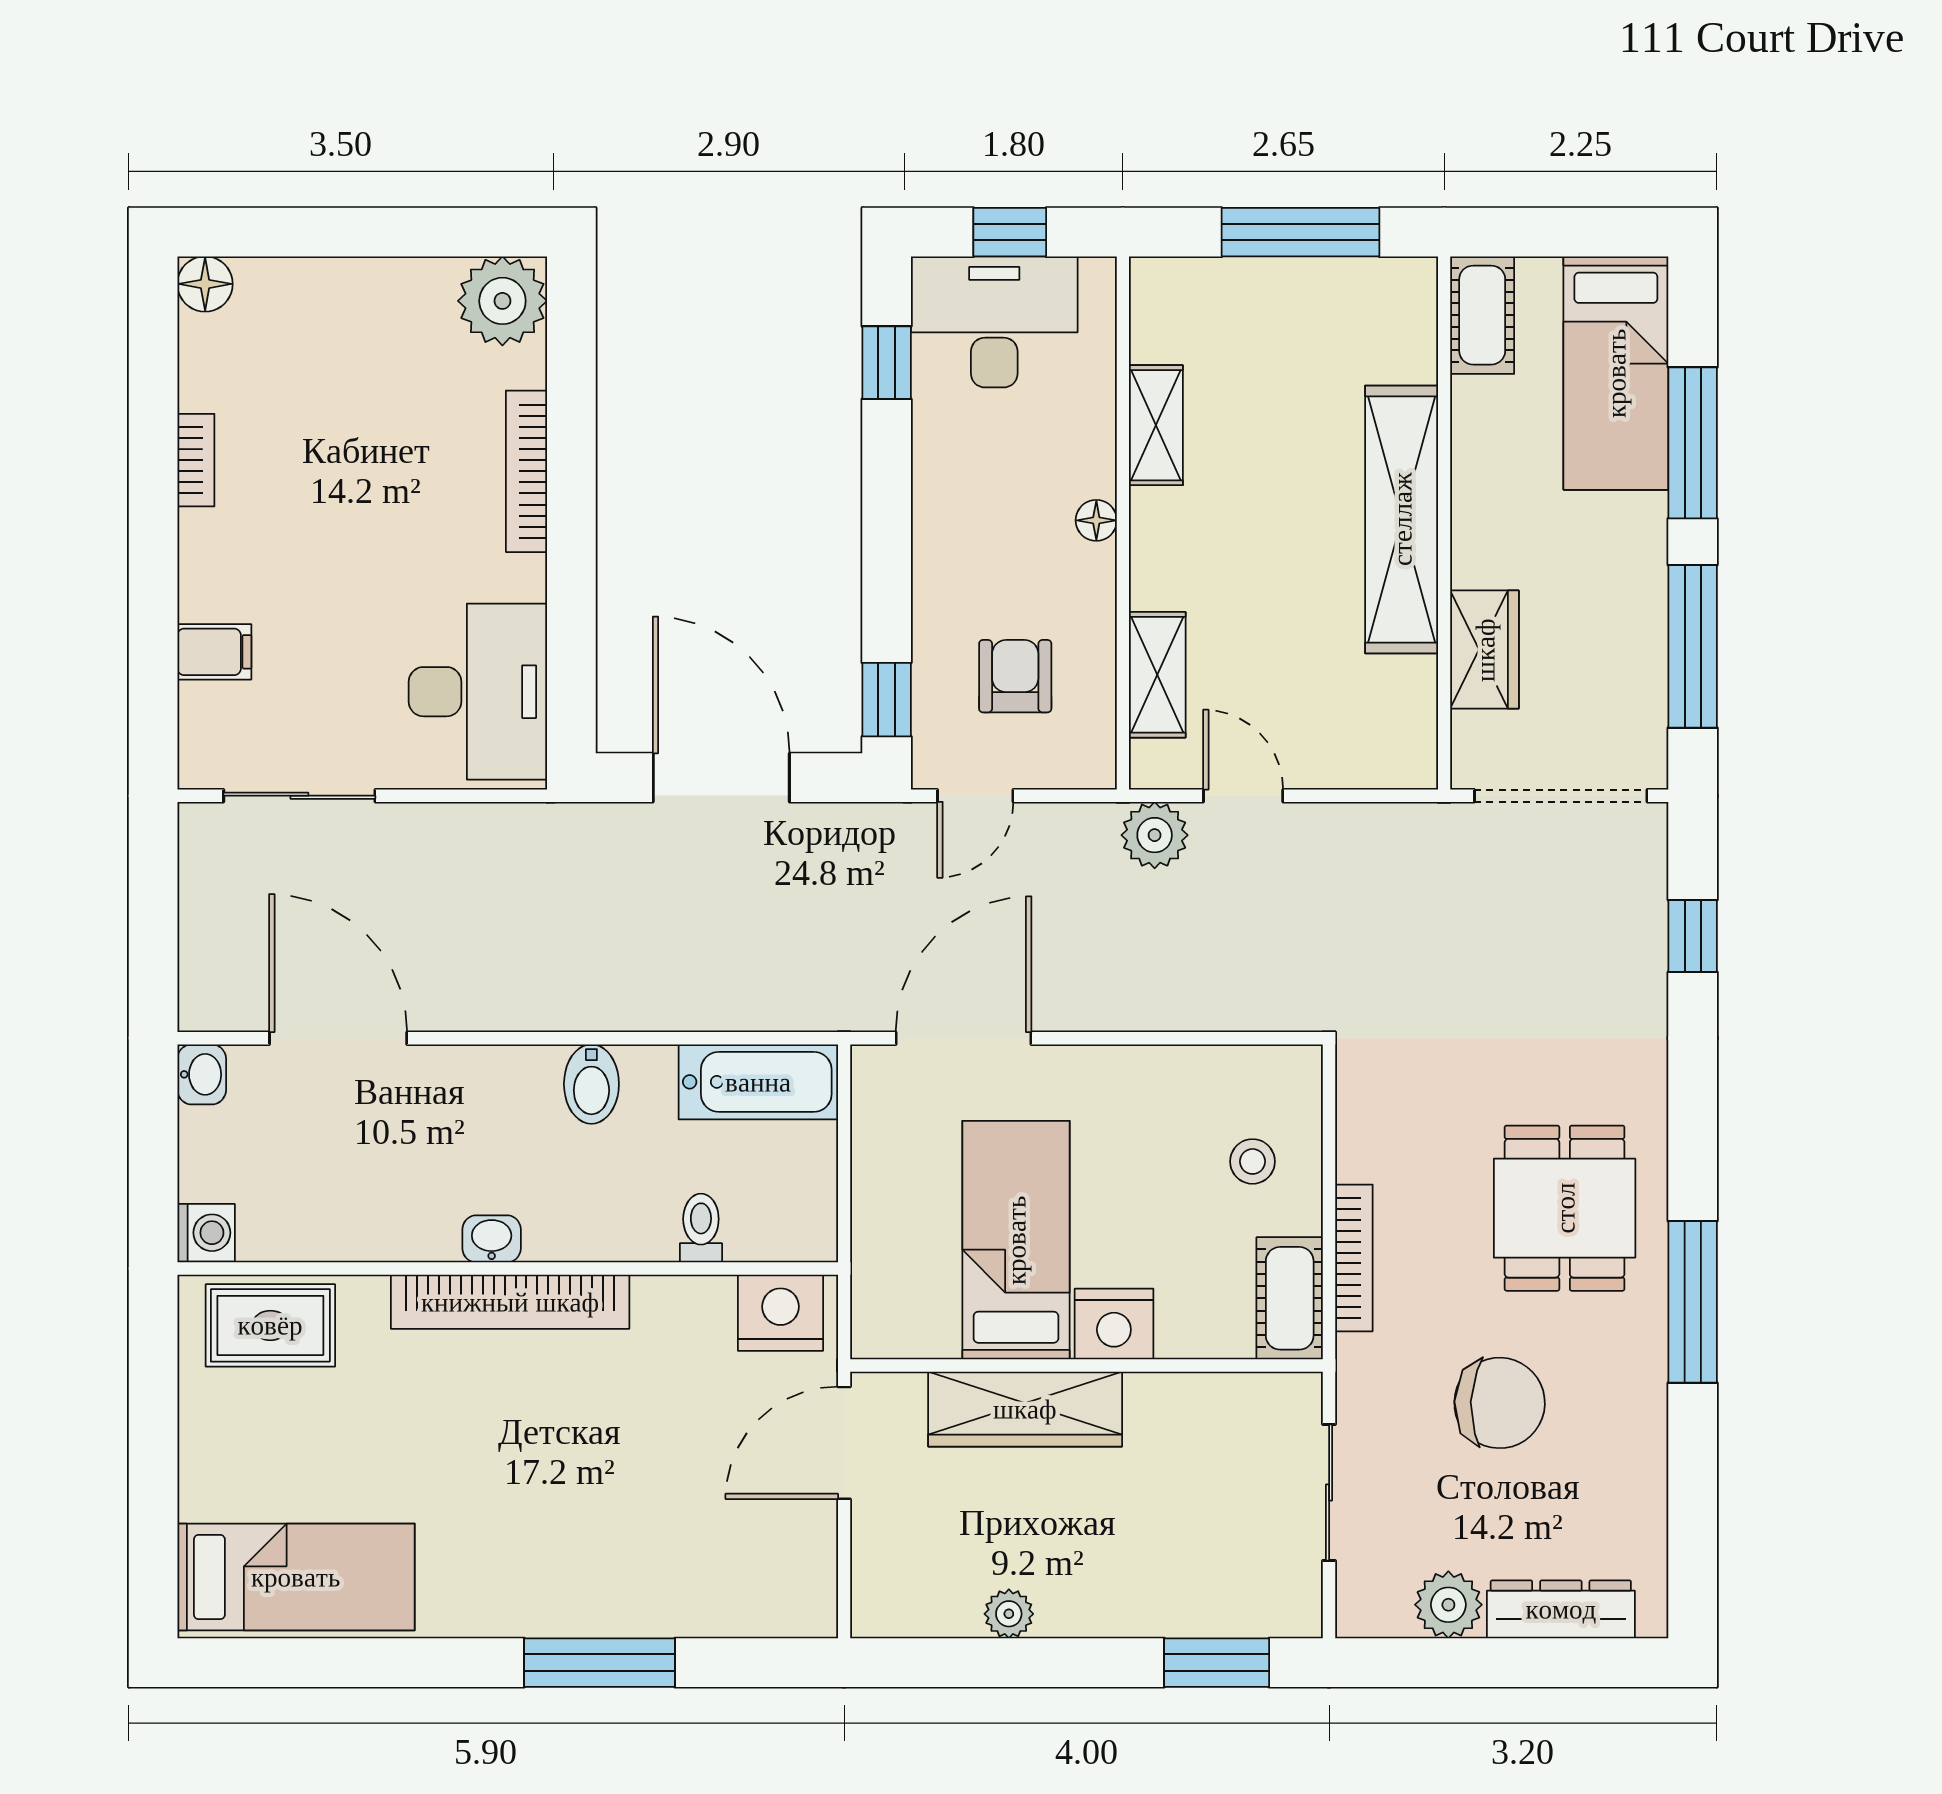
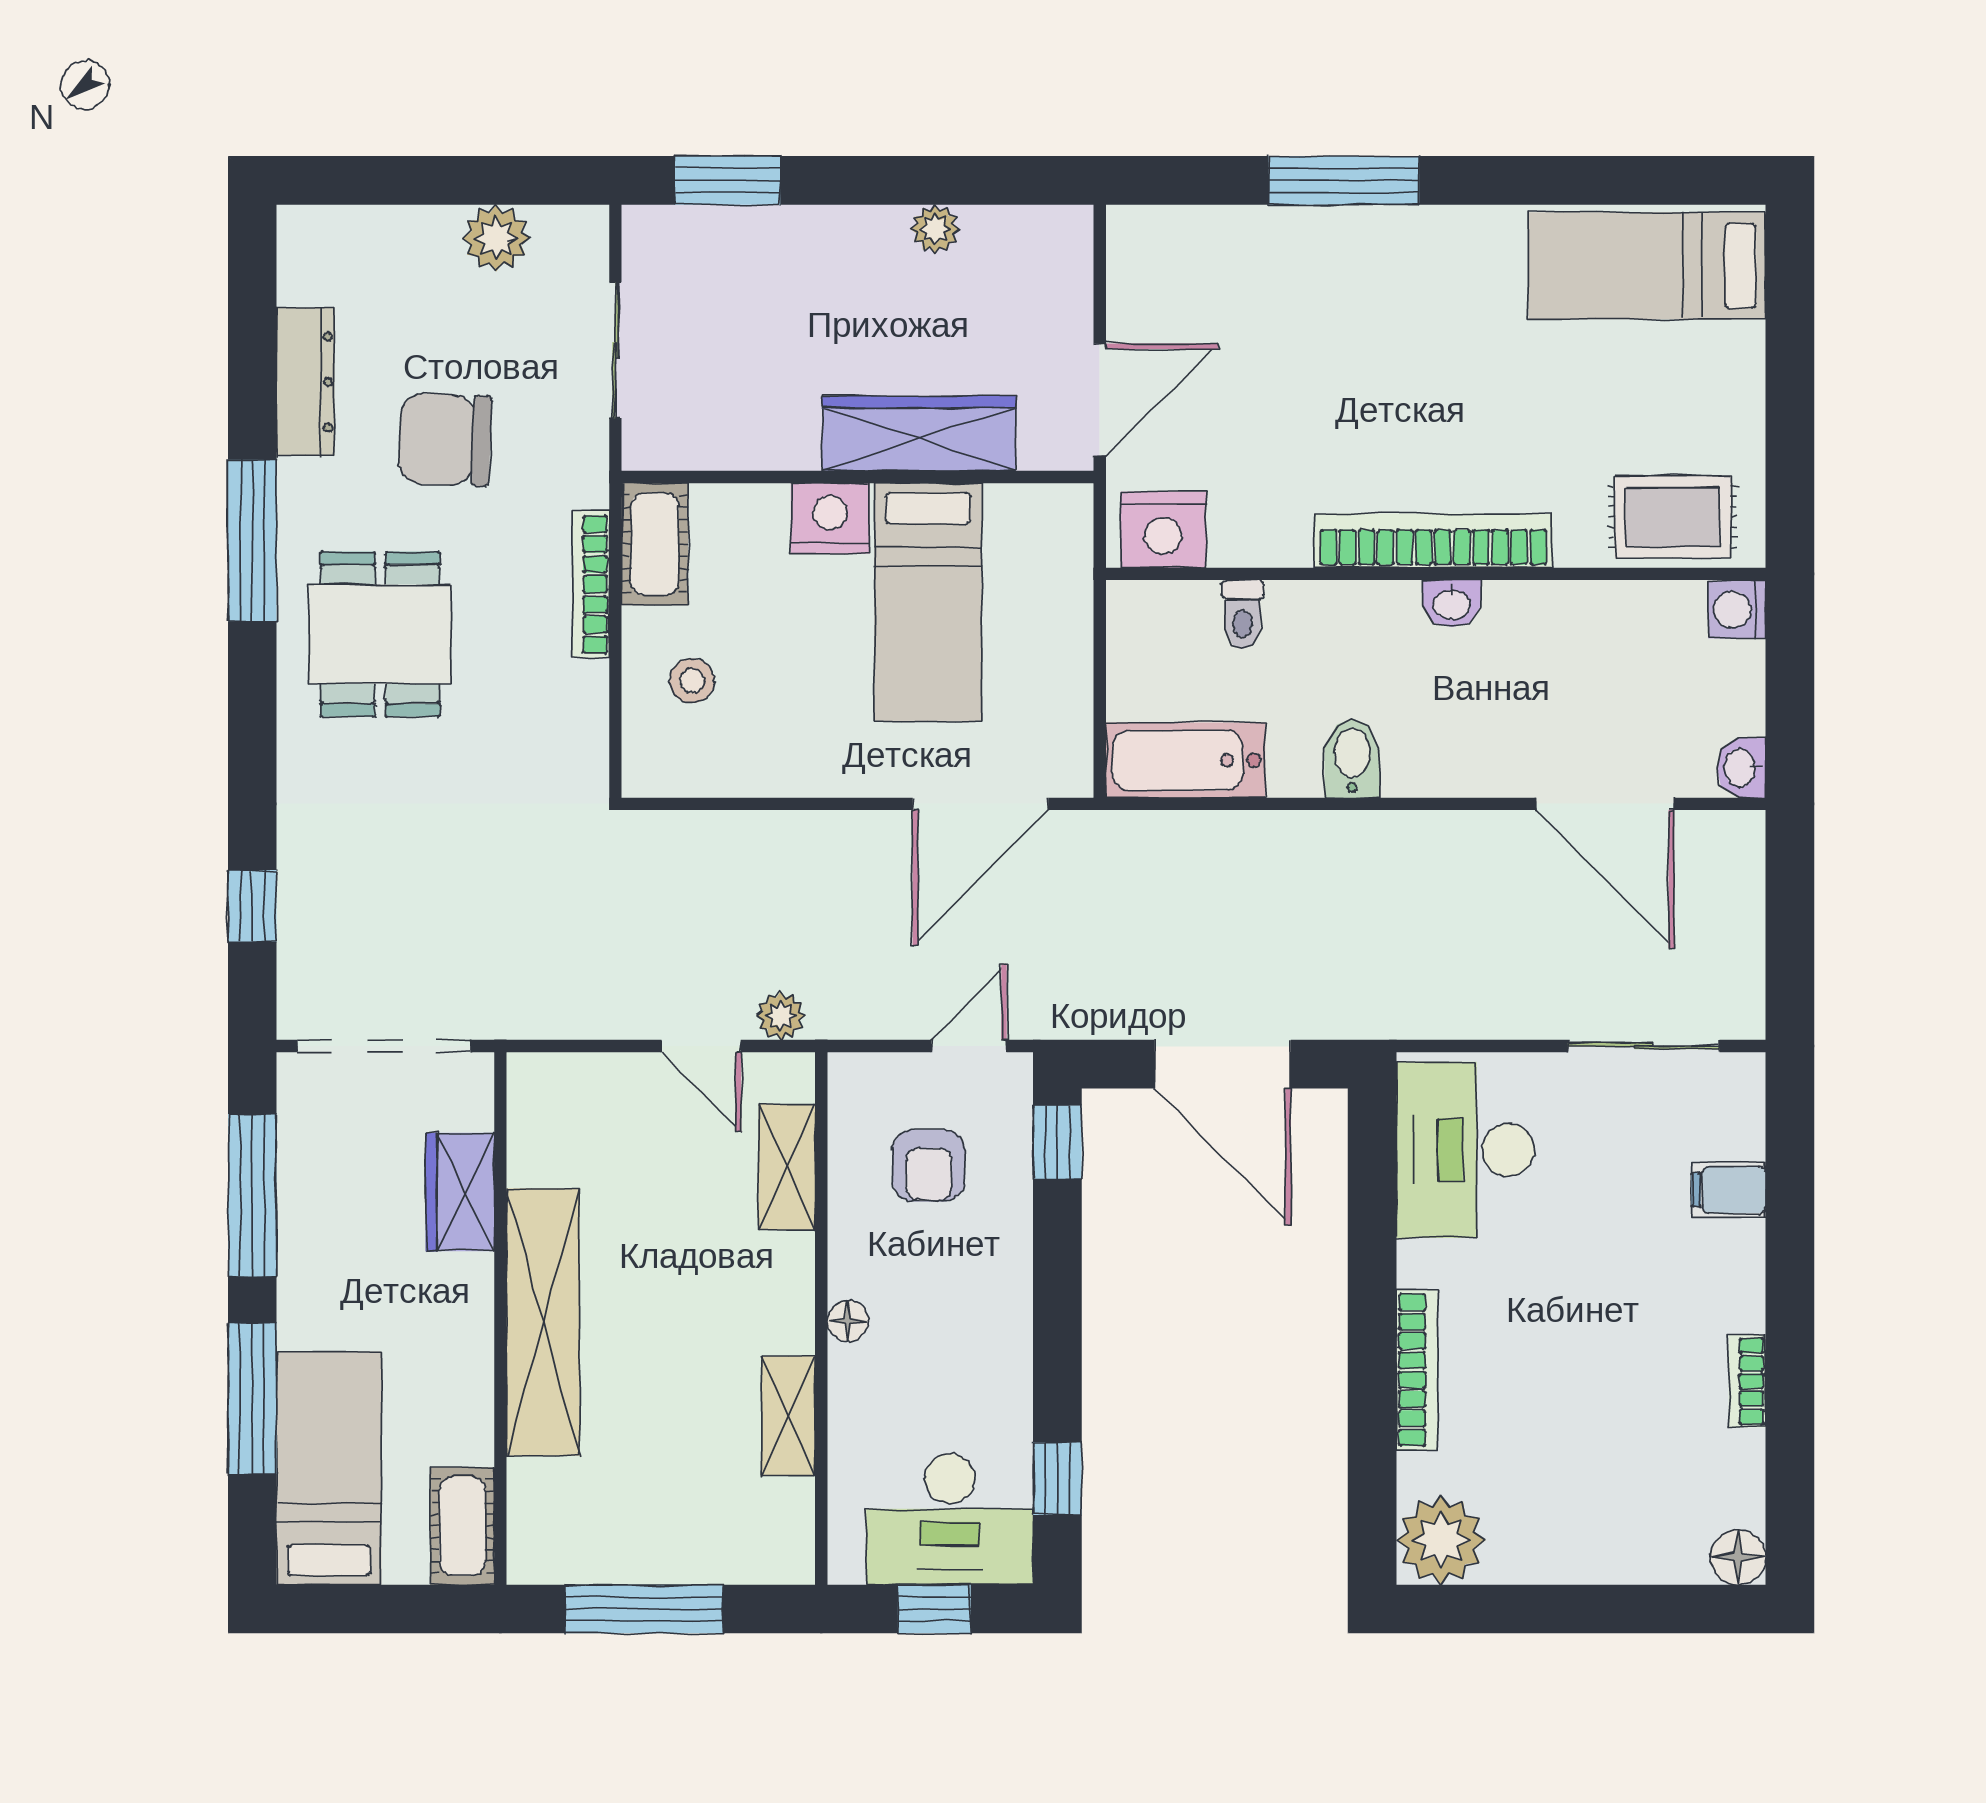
plant: (1155, 835) -> (781, 1016), width x0.73, depth x0.73
dresser: (1561, 1609) -> (305, 382), moved, turned -90

